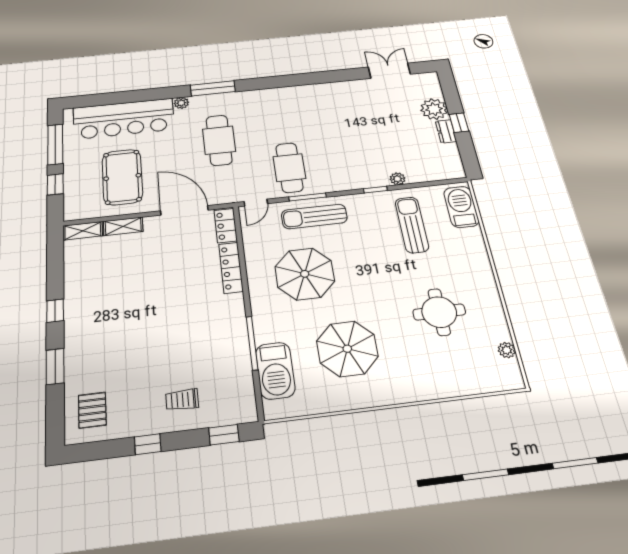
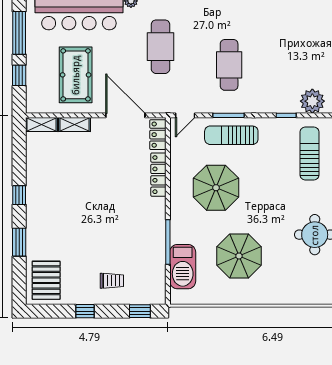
cafe table: (289, 168) -> (229, 65), moved
plant: (397, 179) -> (312, 101), width x1.88, depth x1.88
trolley: (182, 400) -> (112, 281), turned 180
pallet: (92, 410) -> (46, 280), width x1.50, depth x1.42

